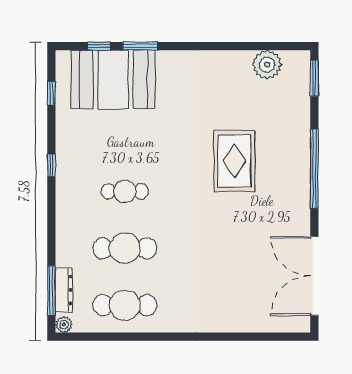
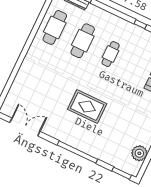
rug: (234, 161) -> (87, 107), moved
double door: (314, 276) -> (25, 127), width x0.73

